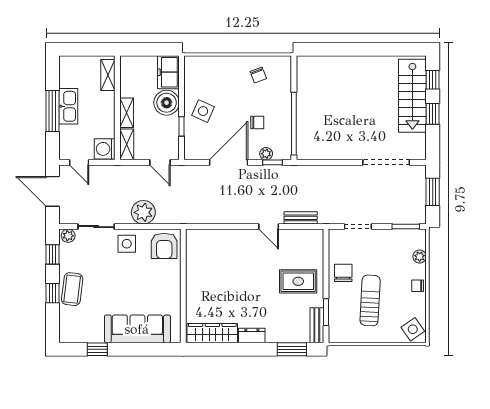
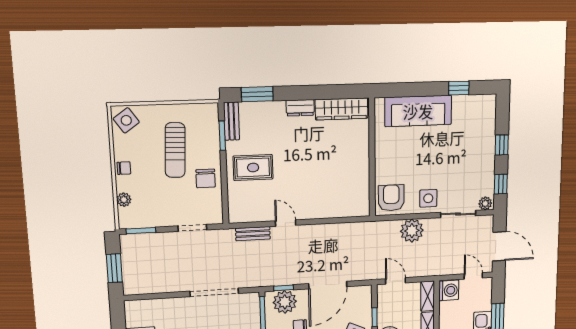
plant: (266, 154) -> (285, 302), width x1.87, depth x1.87
doorway: (386, 162) -> (214, 292), moved
coffee table: (72, 289) -> (482, 150), removed

